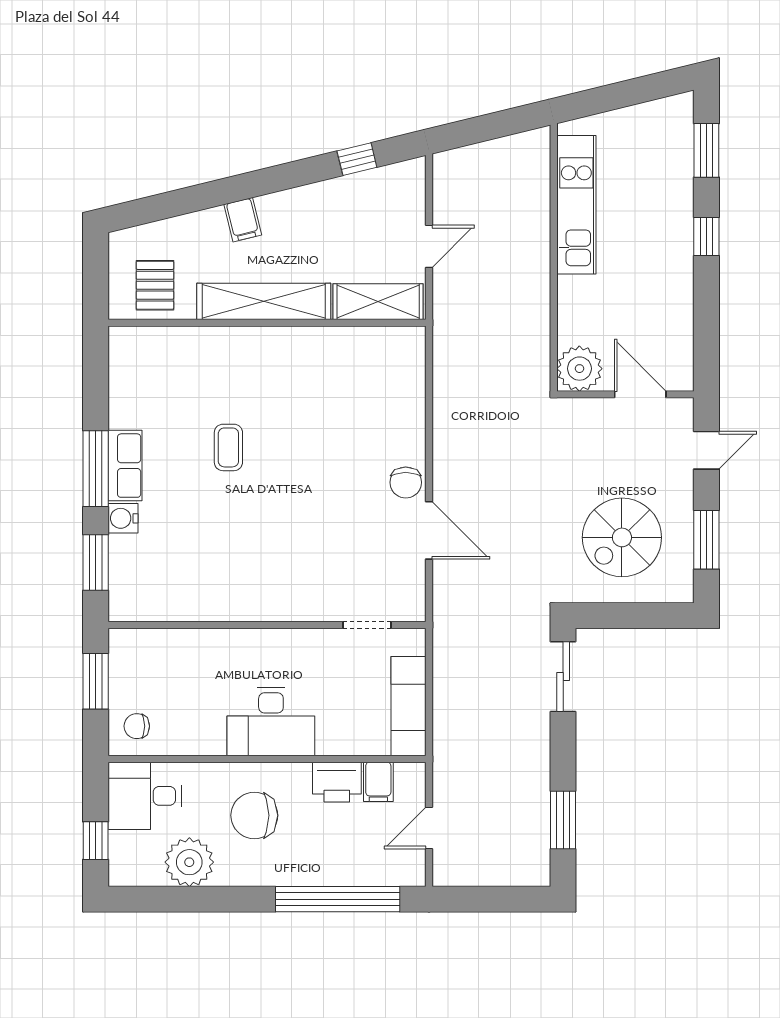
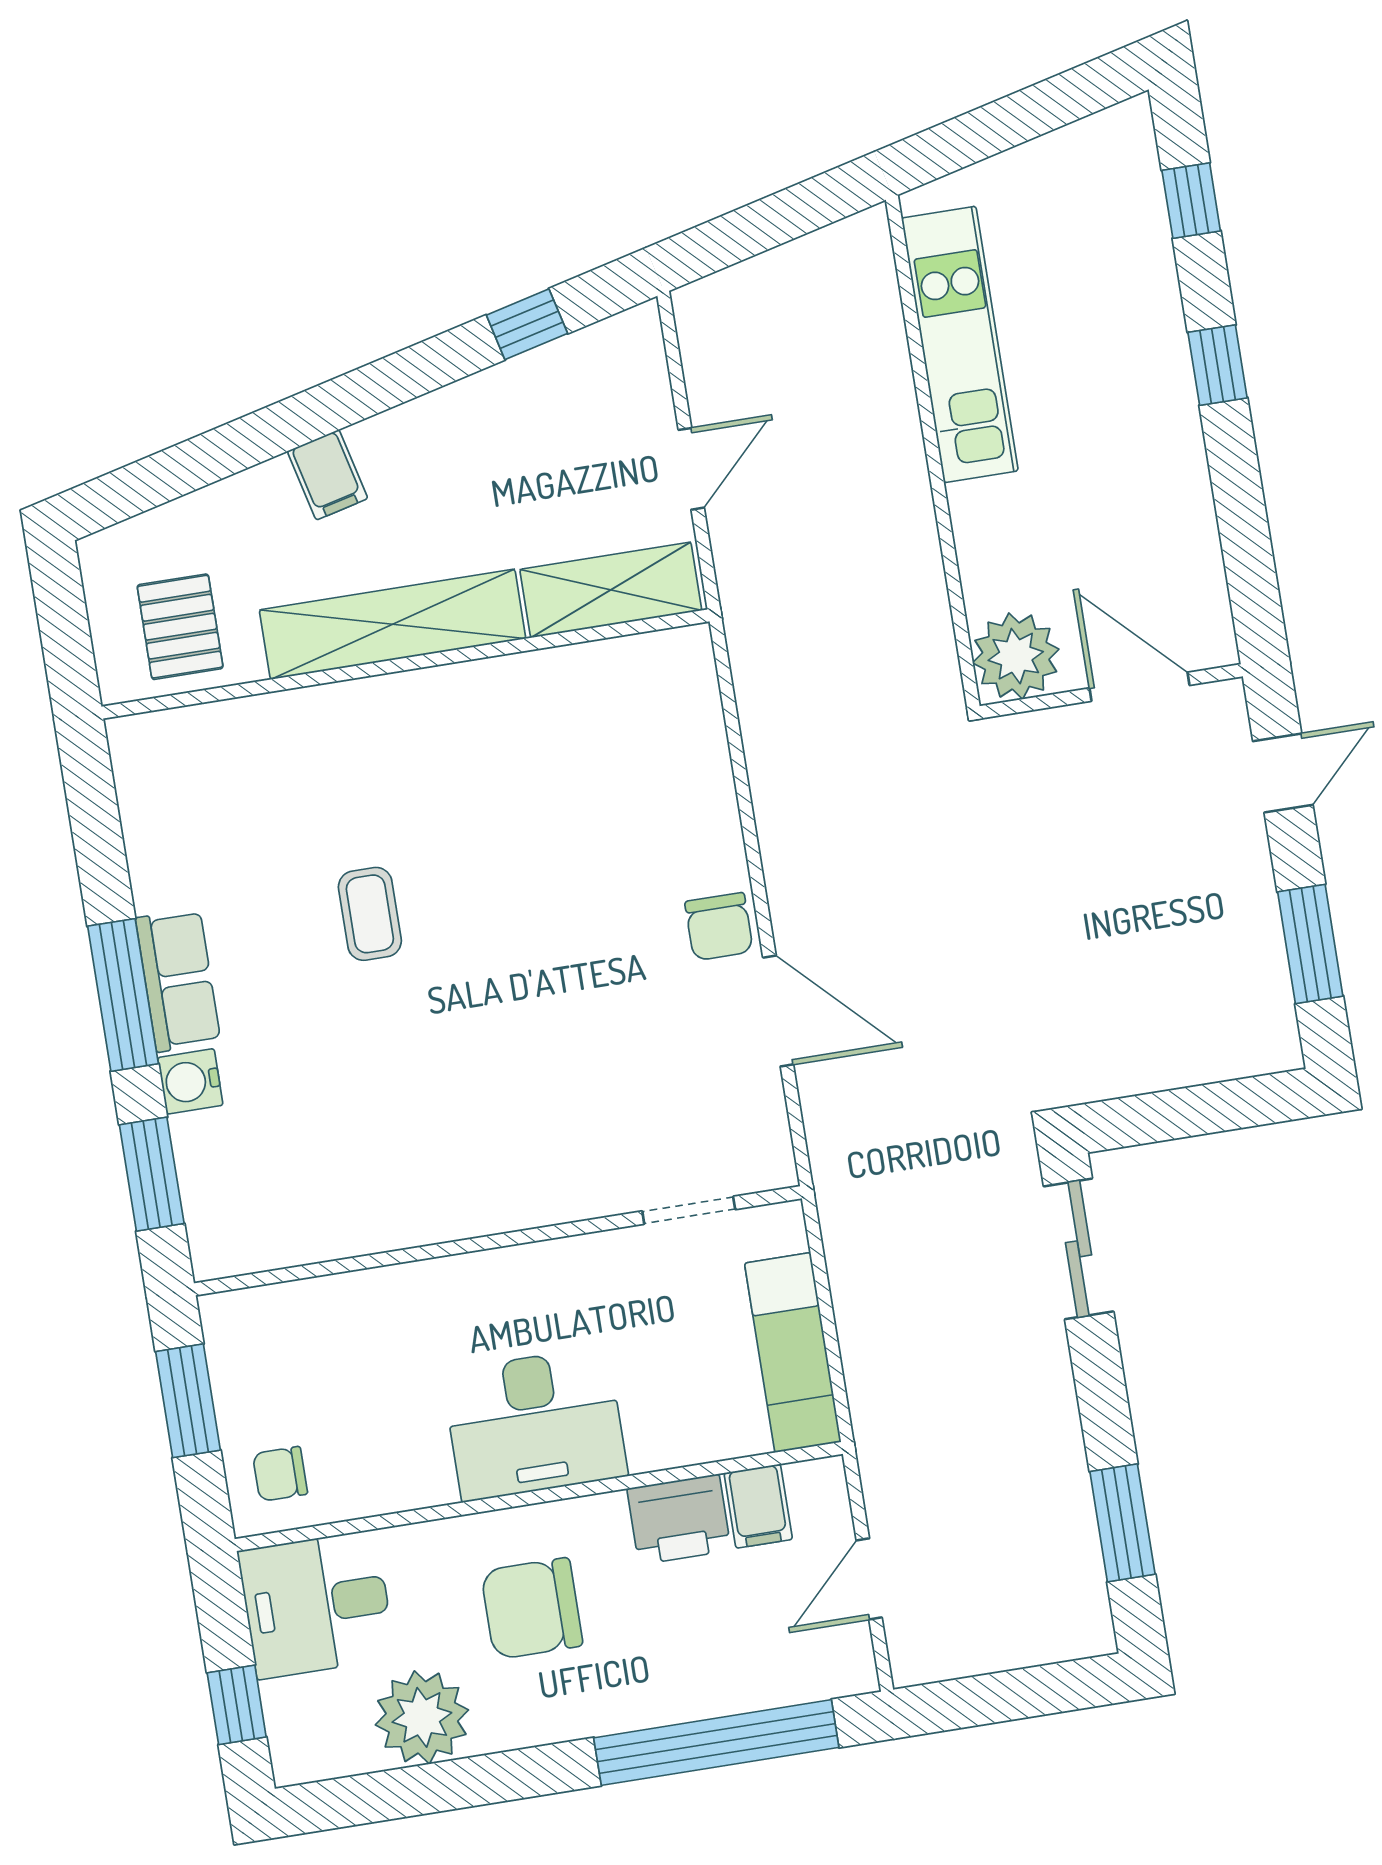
window: (706, 150) -> (1191, 201), width x0.67
spiral stairs: (622, 537) -> (1149, 965), removed

